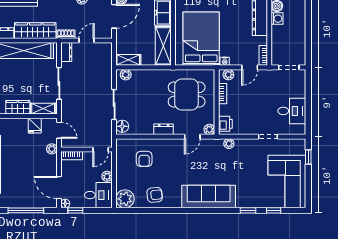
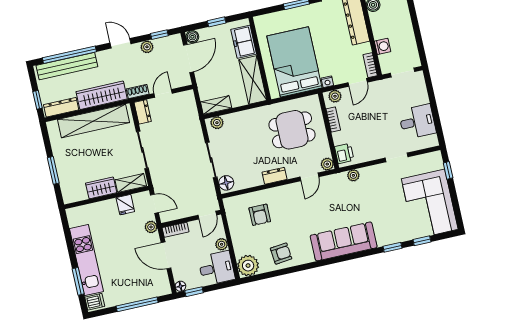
washing machine: (277, 19) -> (383, 46), moved
door: (59, 188) -> (166, 255), moved

